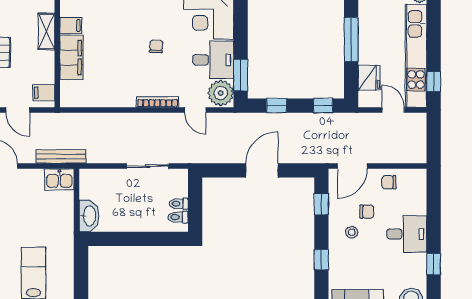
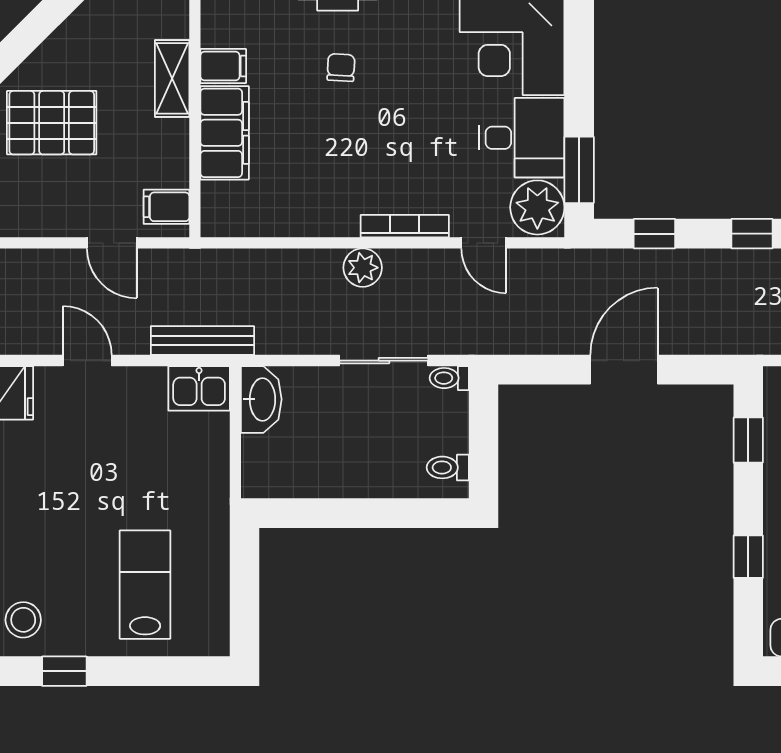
chair: (156, 47) -> (341, 68), moved
plant: (137, 122) -> (363, 268), added
toilet: (179, 204) -> (449, 378), moved
washbasin: (89, 216) -> (261, 399), moved

